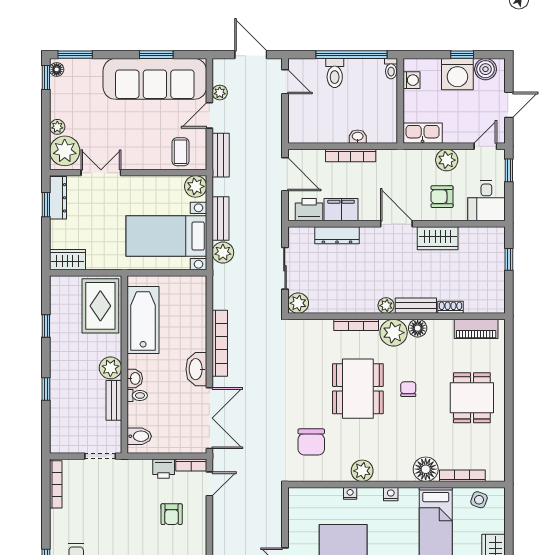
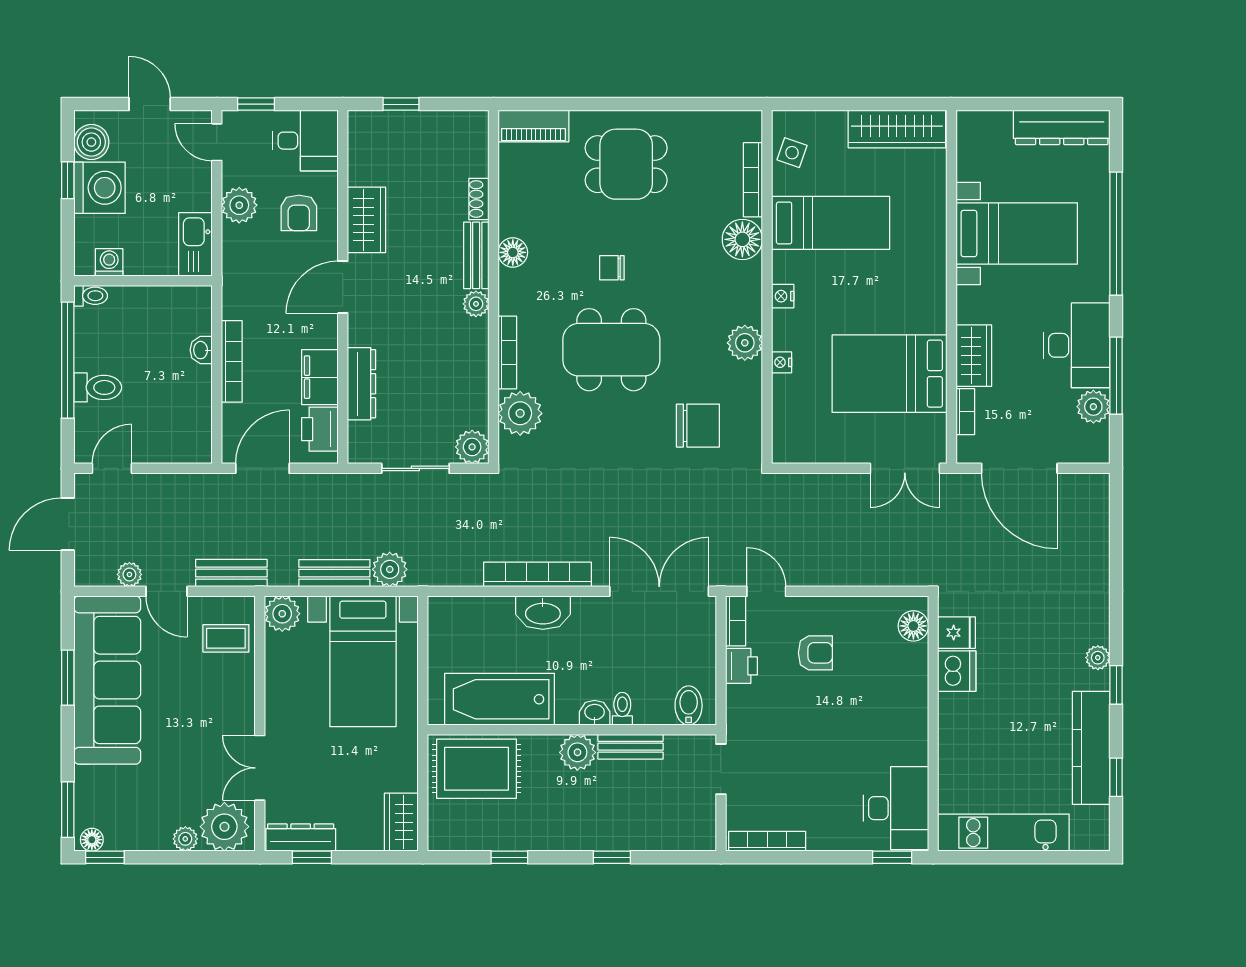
piano: (476, 329) -> (533, 126), moved, turned 90
plant: (394, 333) -> (520, 413), moved
washbasin: (196, 369) -> (543, 613), moved

